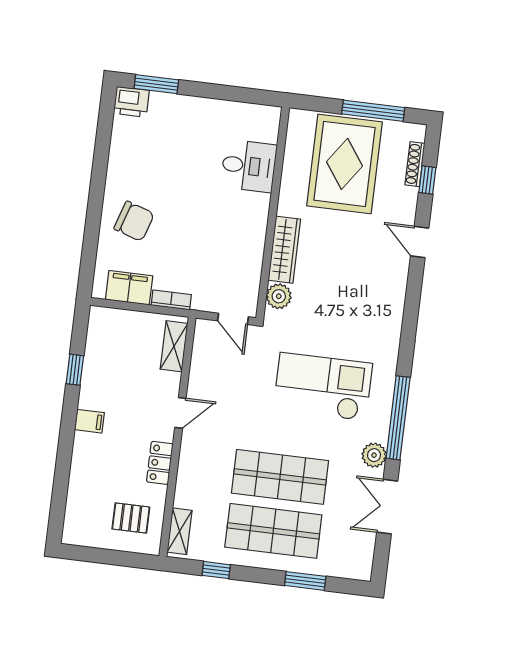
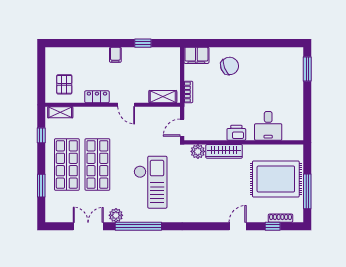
printer: (131, 102) -> (236, 133), moved, turned 90
chair: (134, 221) -> (230, 66), turned -129
filing cabinet: (129, 288) -> (196, 55), moved, turned 90

